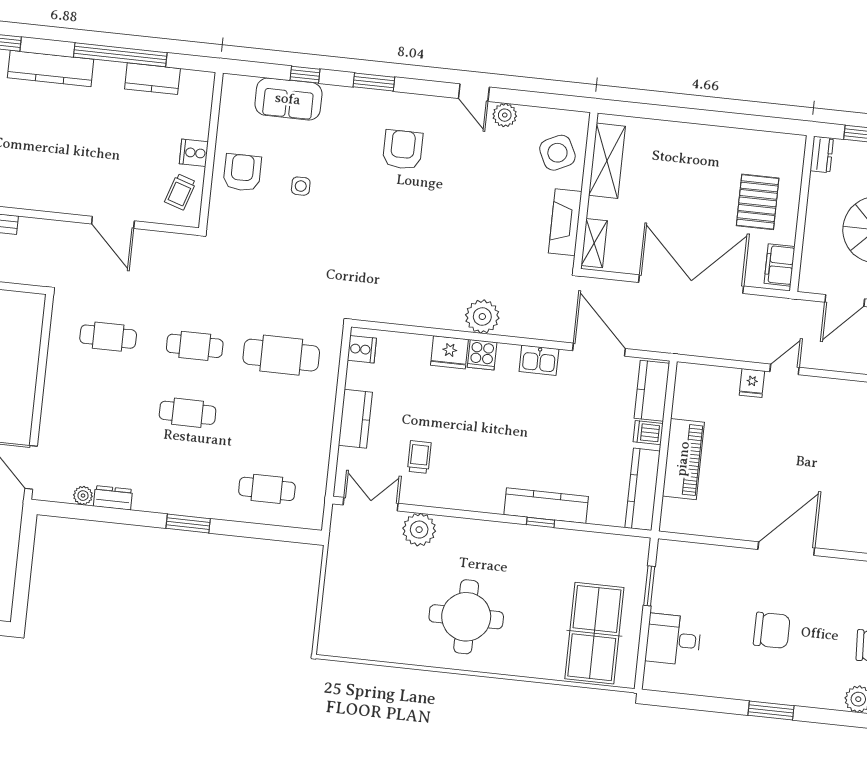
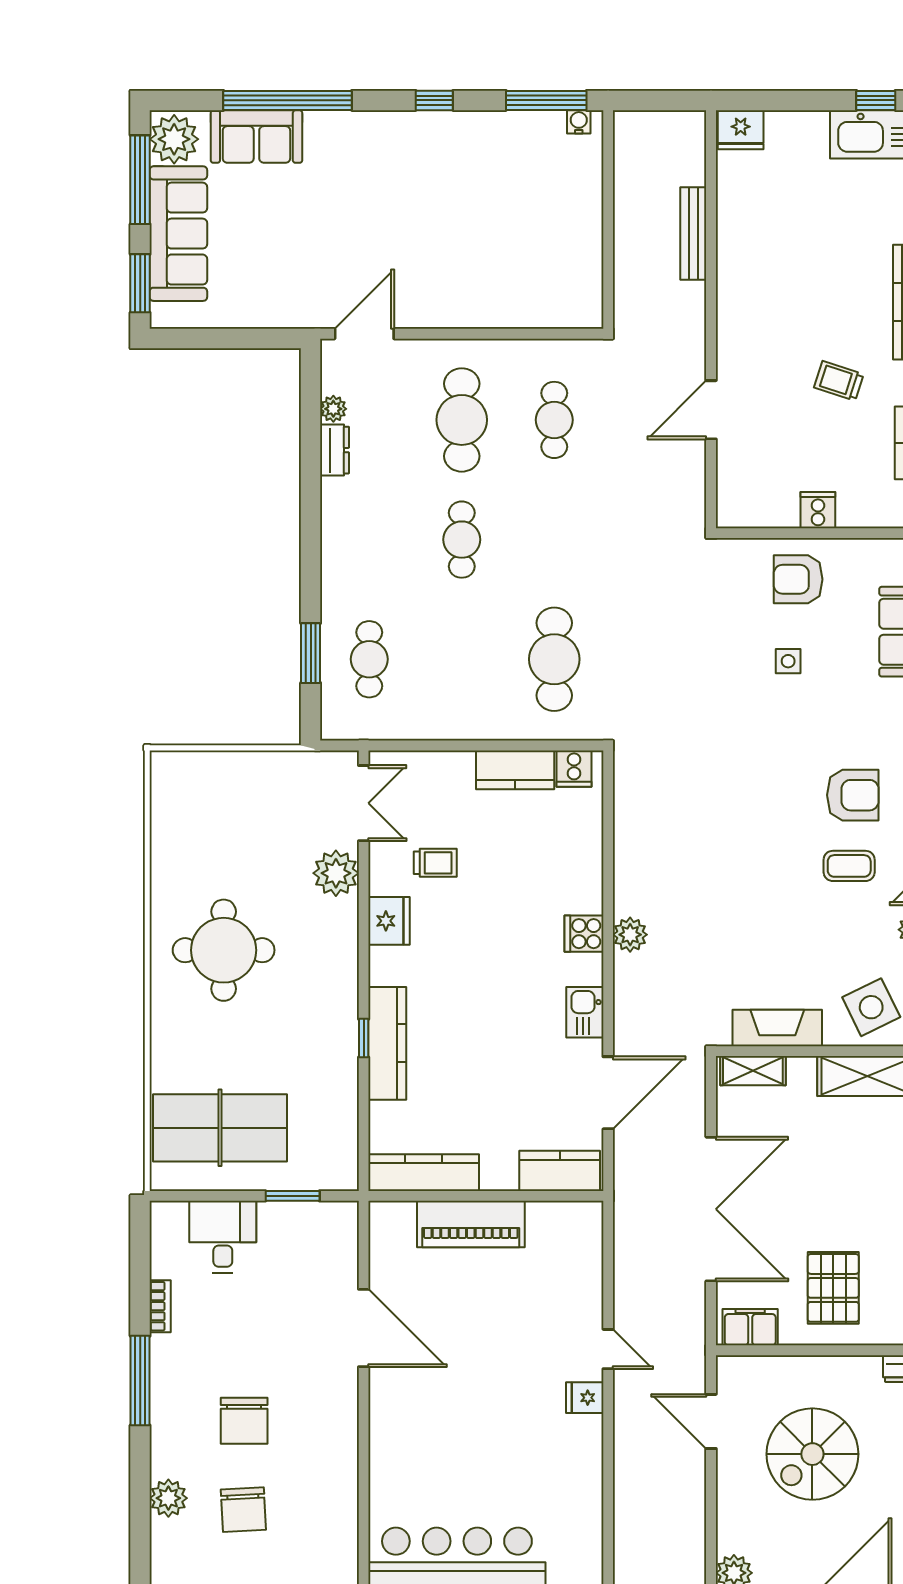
coffee table: (454, 158) -> (849, 866), added
armchair: (242, 173) -> (798, 579), turned 180
trolley: (180, 192) -> (839, 381), moved
pallet: (758, 202) -> (833, 1288), turned 90
plant: (482, 317) -> (630, 935), width x0.73, depth x0.73
cafe table: (195, 346) -> (462, 420), moved, width x1.37, depth x1.35
fridge: (449, 352) -> (389, 921), moved, turned 180
fridge: (752, 383) -> (585, 1398), moved
kitchen counter: (355, 419) -> (515, 770), moved
dishwasher: (648, 433) -> (502, 1172), removed
window: (188, 523) -> (311, 653), moved
door: (786, 549) -> (364, 1328), moved
chair: (772, 630) -> (244, 1421), moved
bookcase: (719, 690) -> (160, 1306), added
window: (771, 711) -> (140, 1381), width x1.44

